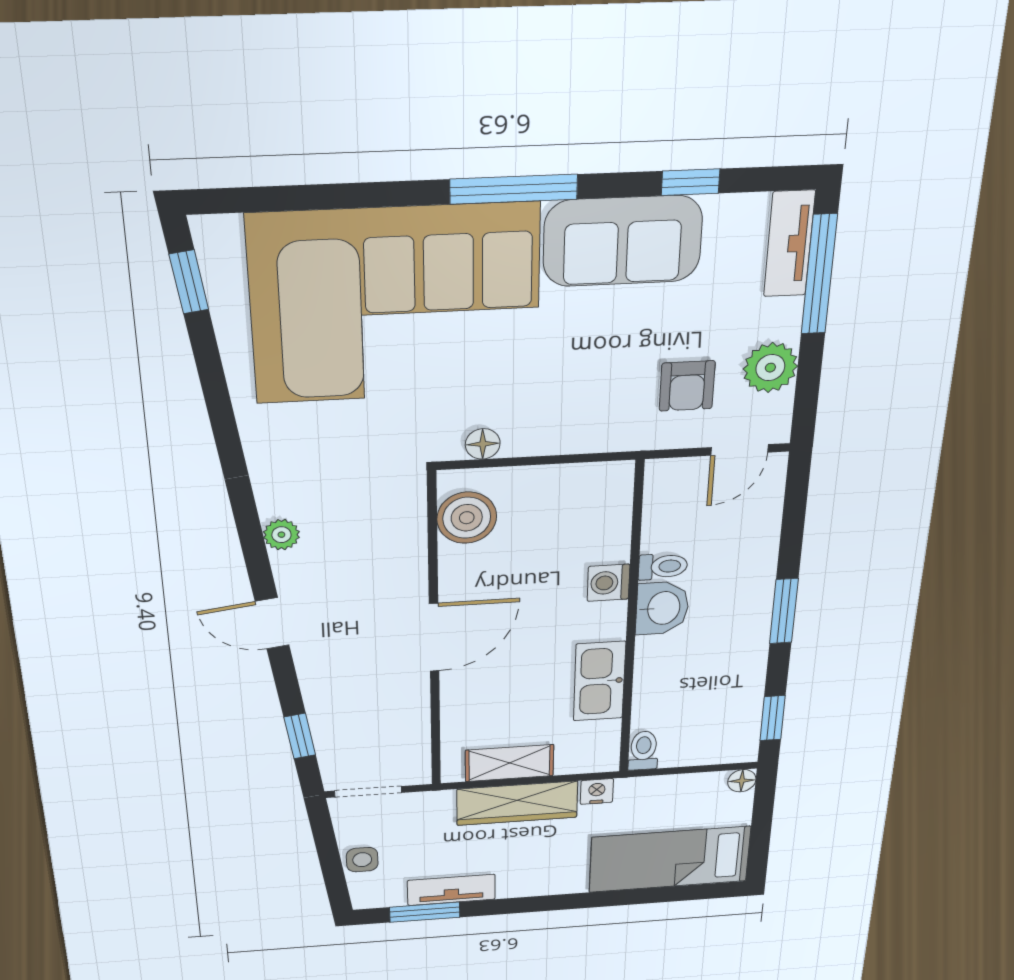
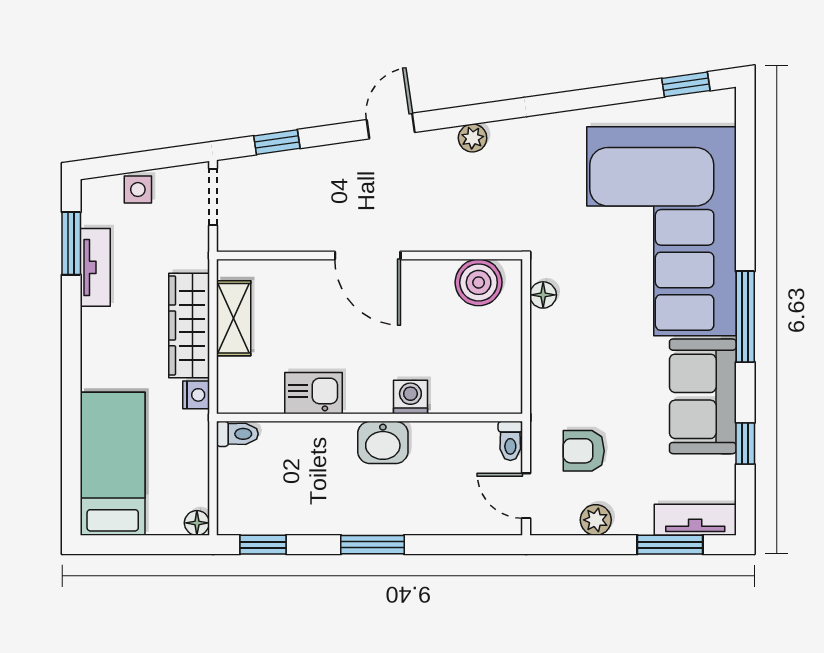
window: (819, 274) -> (670, 545), width x0.69
plant: (770, 368) -> (596, 520), width x0.73, depth x0.73
toilet: (663, 566) -> (510, 441), moved
kitchen sink: (599, 681) -> (313, 393), width x0.73

